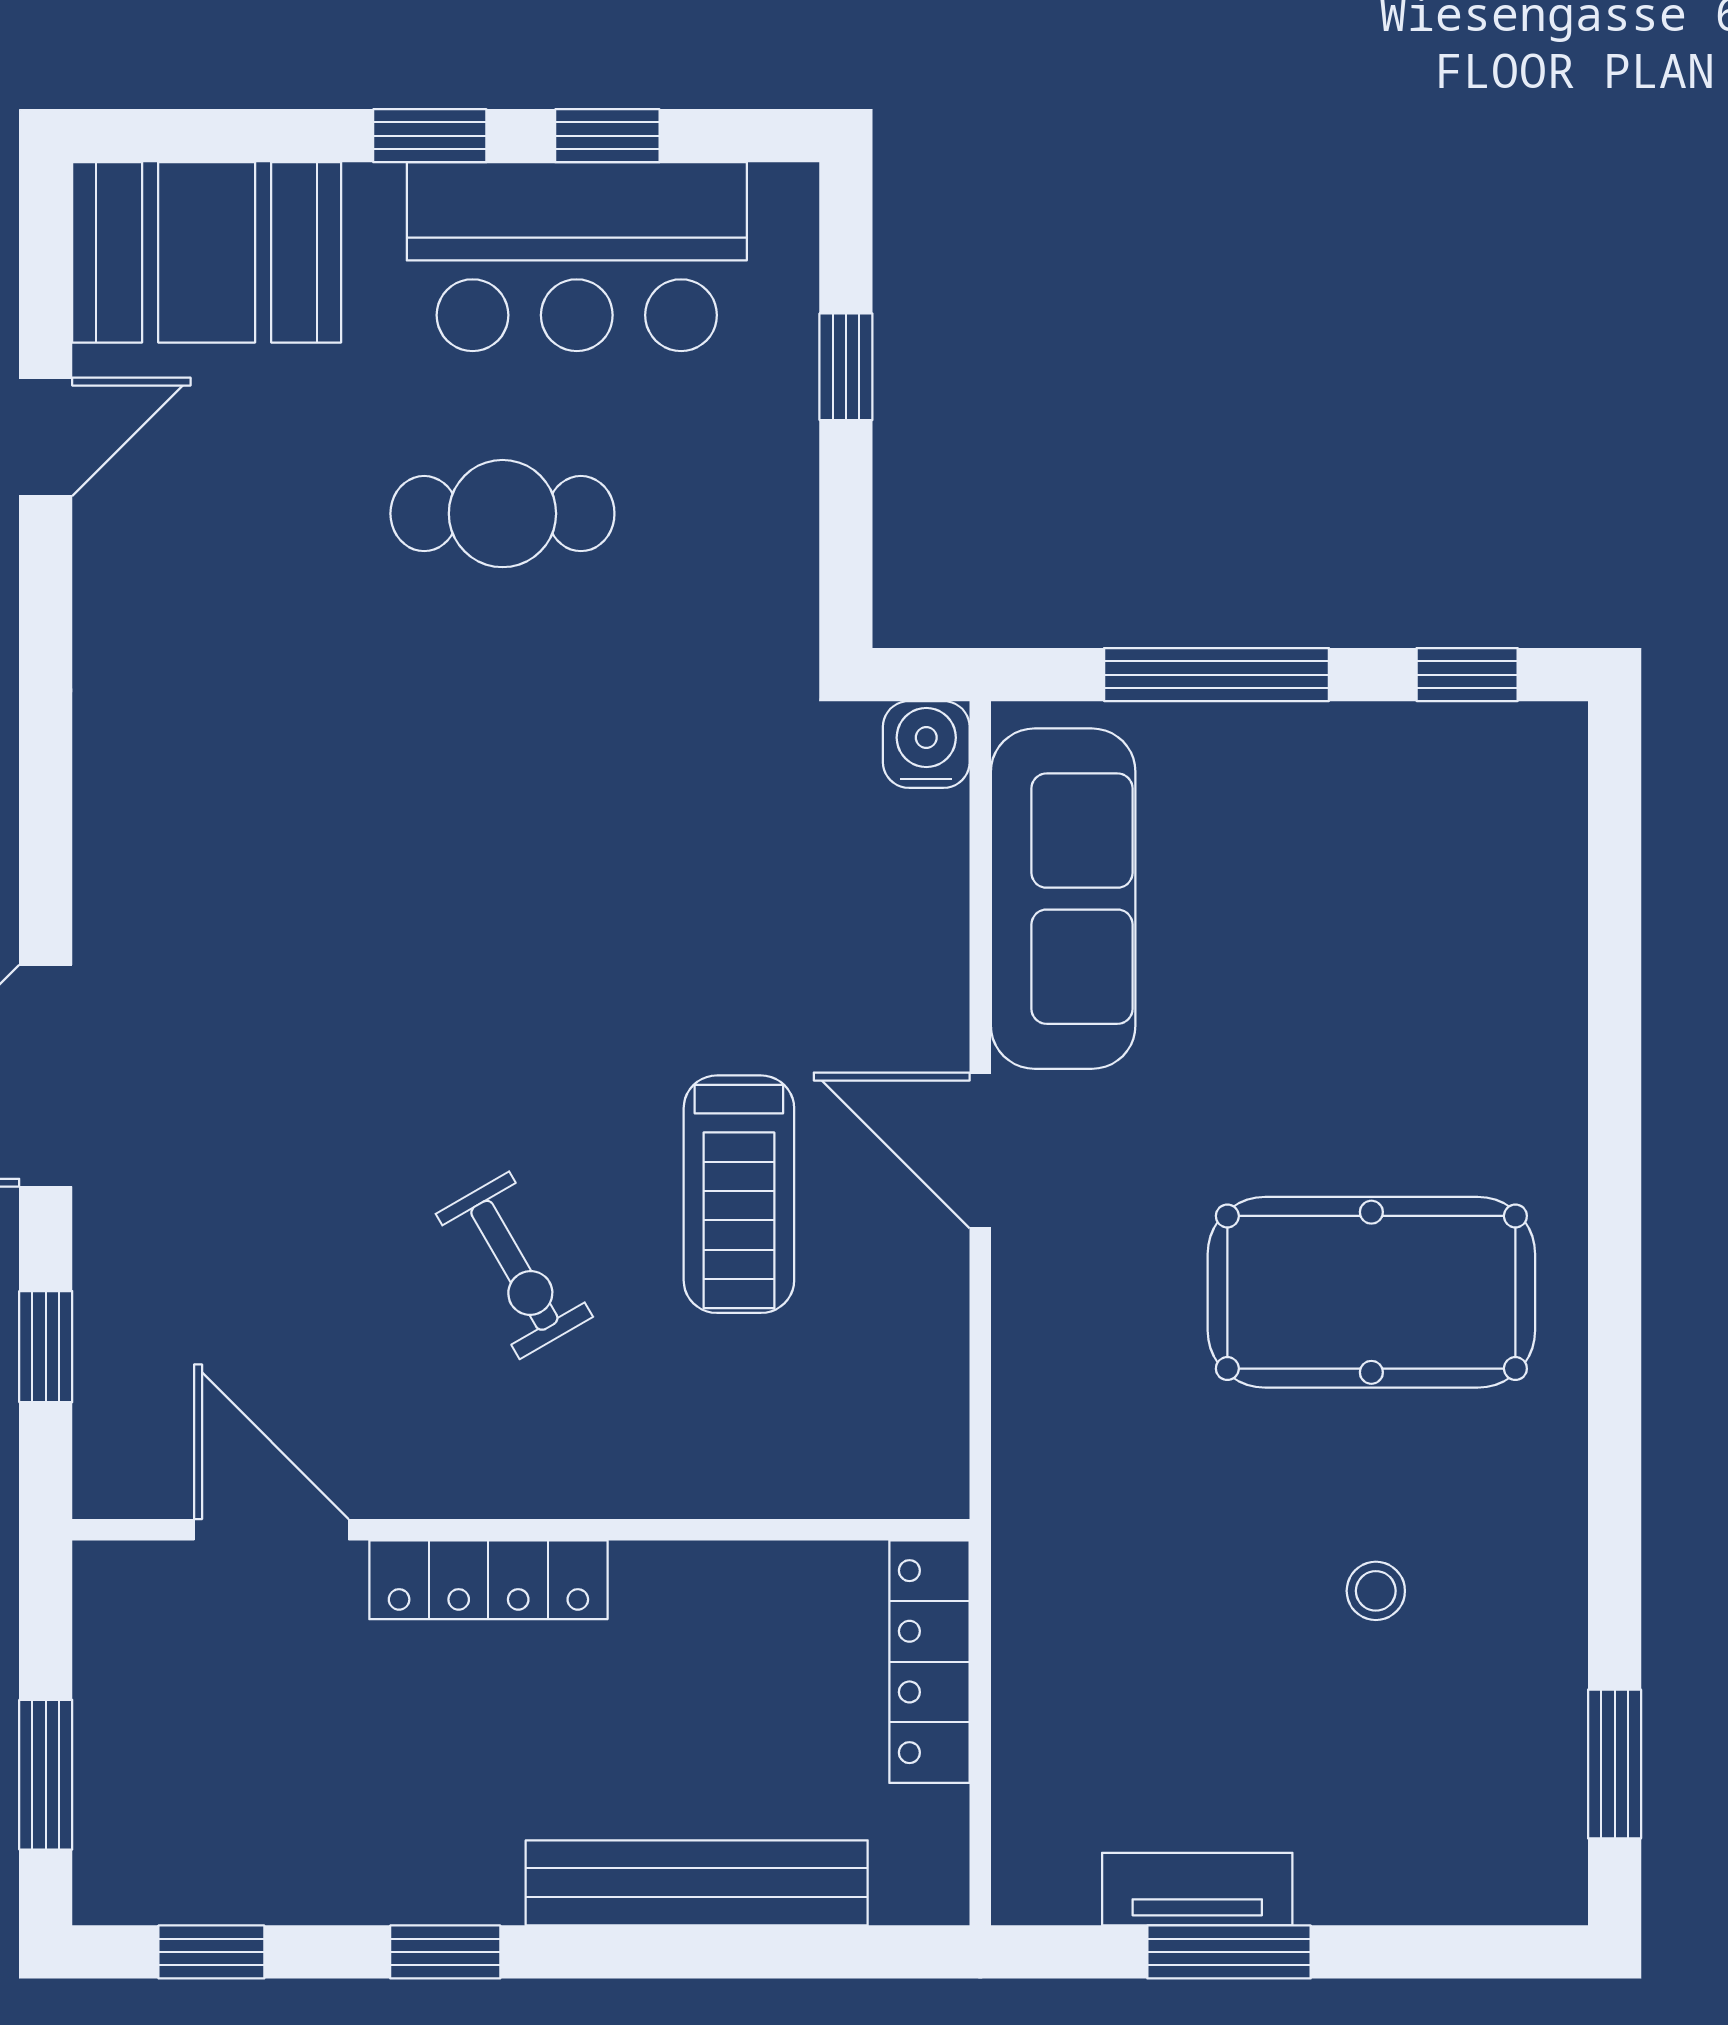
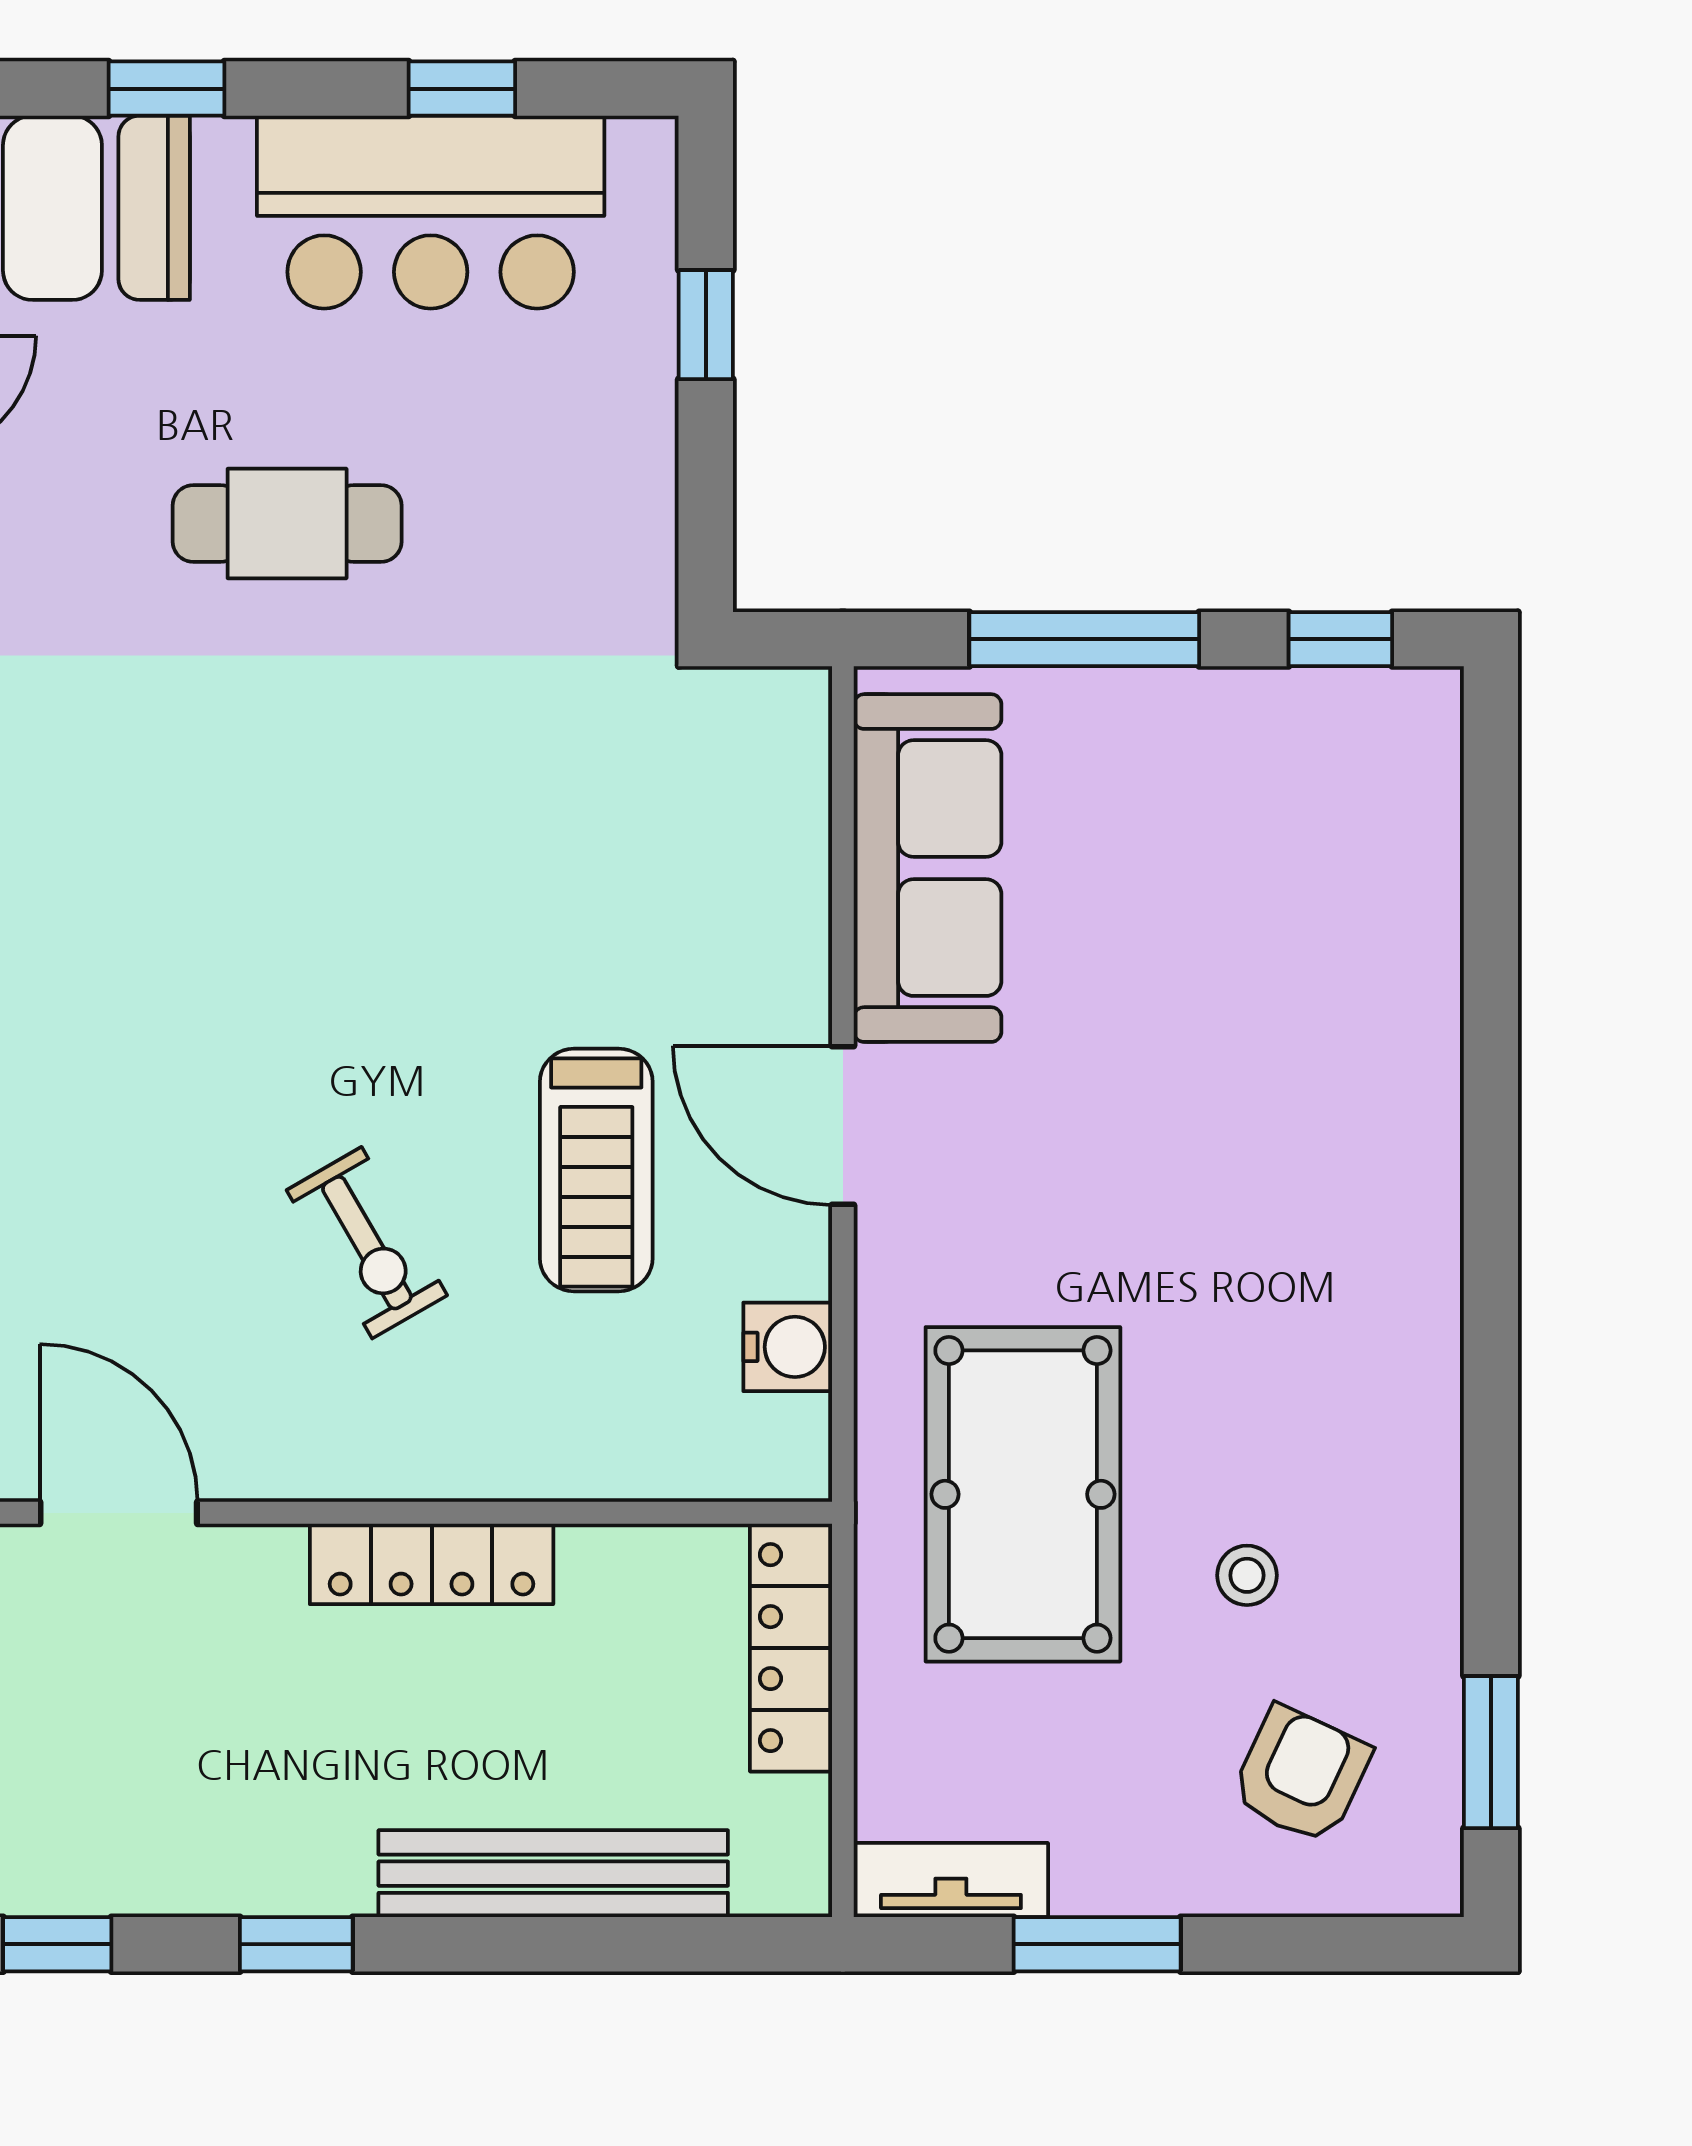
window: (430, 136) -> (166, 89), moved
cafe table: (502, 514) -> (287, 524), moved
water cooler: (926, 744) -> (788, 1347), moved, turned 90
pool table: (1371, 1292) -> (1023, 1494), moved, turned 90
locker: (488, 1580) -> (432, 1564), moved
armchair: (1429, 1786) -> (1301, 1775), added
tv unit: (1197, 1889) -> (951, 1880), moved

